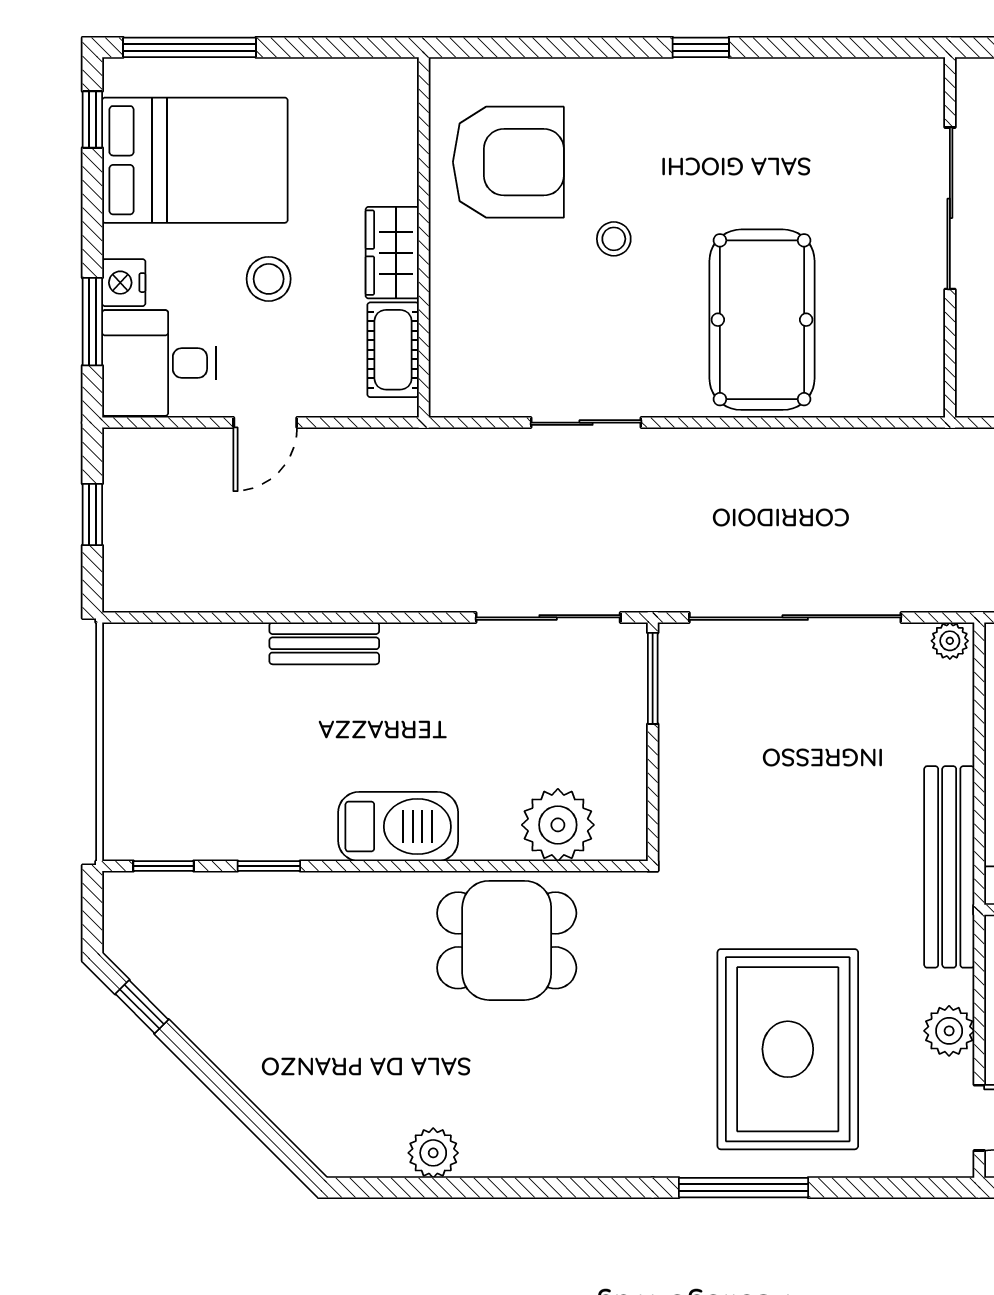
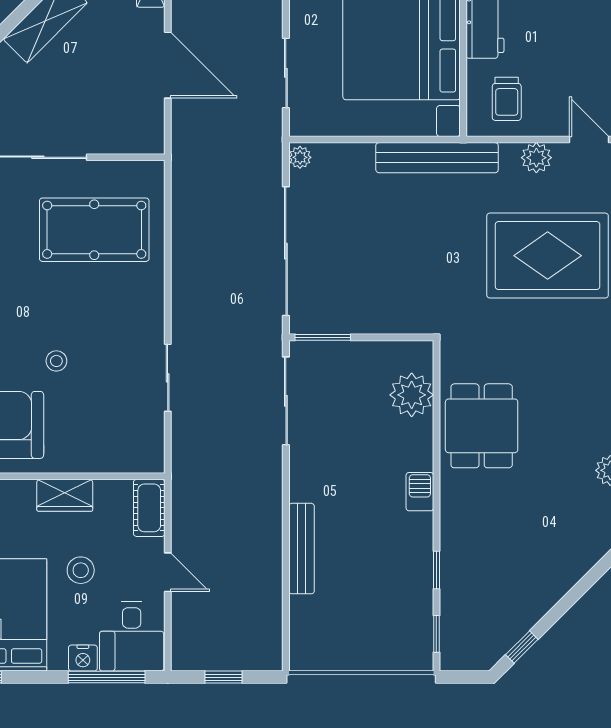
pool table: (762, 320) -> (94, 230), moved
window: (92, 322) -> (107, 677), width x1.44
cot: (393, 350) -> (149, 508), moved, turned 90
bench: (324, 643) -> (302, 549), width x1.36
barbecue: (398, 827) -> (420, 492), width x0.53, depth x0.65

